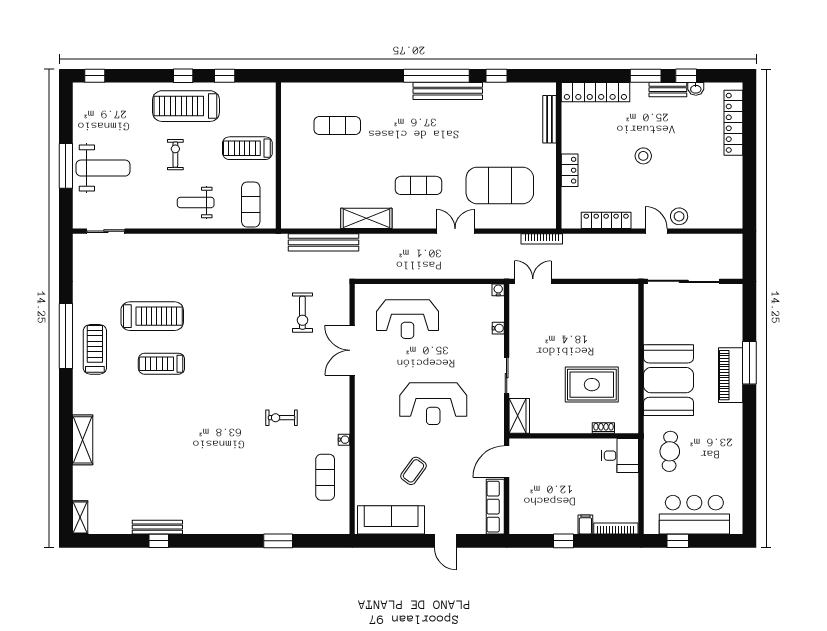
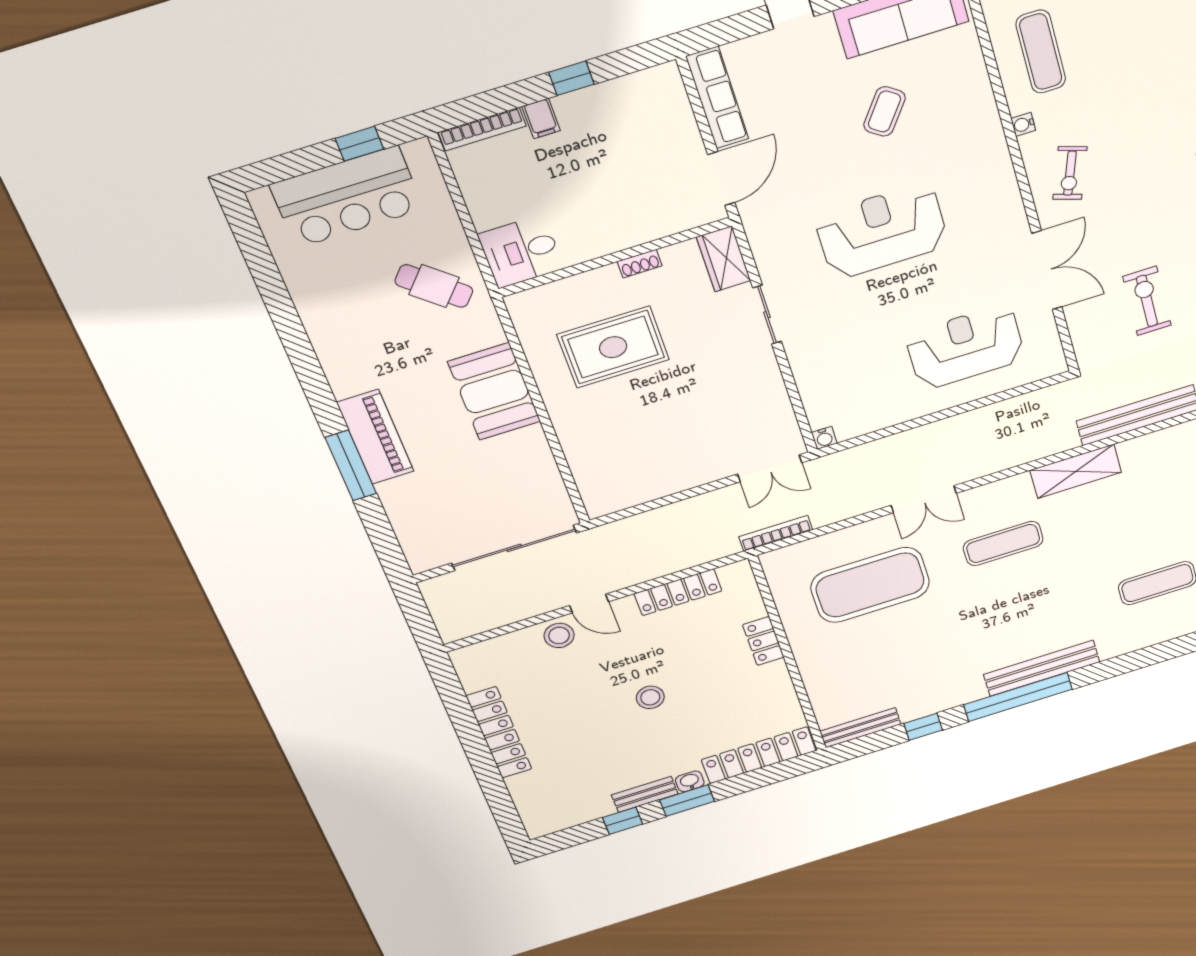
washbasin: (696, 89) -> (690, 781), moved
bench: (448, 91) -> (1042, 668), moved
bench: (550, 119) -> (860, 728), moved, turned 90
locker: (733, 123) -> (499, 733), moved
water cooler: (498, 328) -> (806, 382), removed
booth: (668, 380) -> (494, 392), width x0.73, depth x0.70
exercise bike: (282, 418) -> (1070, 173), moved, turned 109
shoe rack: (603, 428) -> (640, 264), moved
cafe table: (670, 451) -> (434, 286), turned -52

